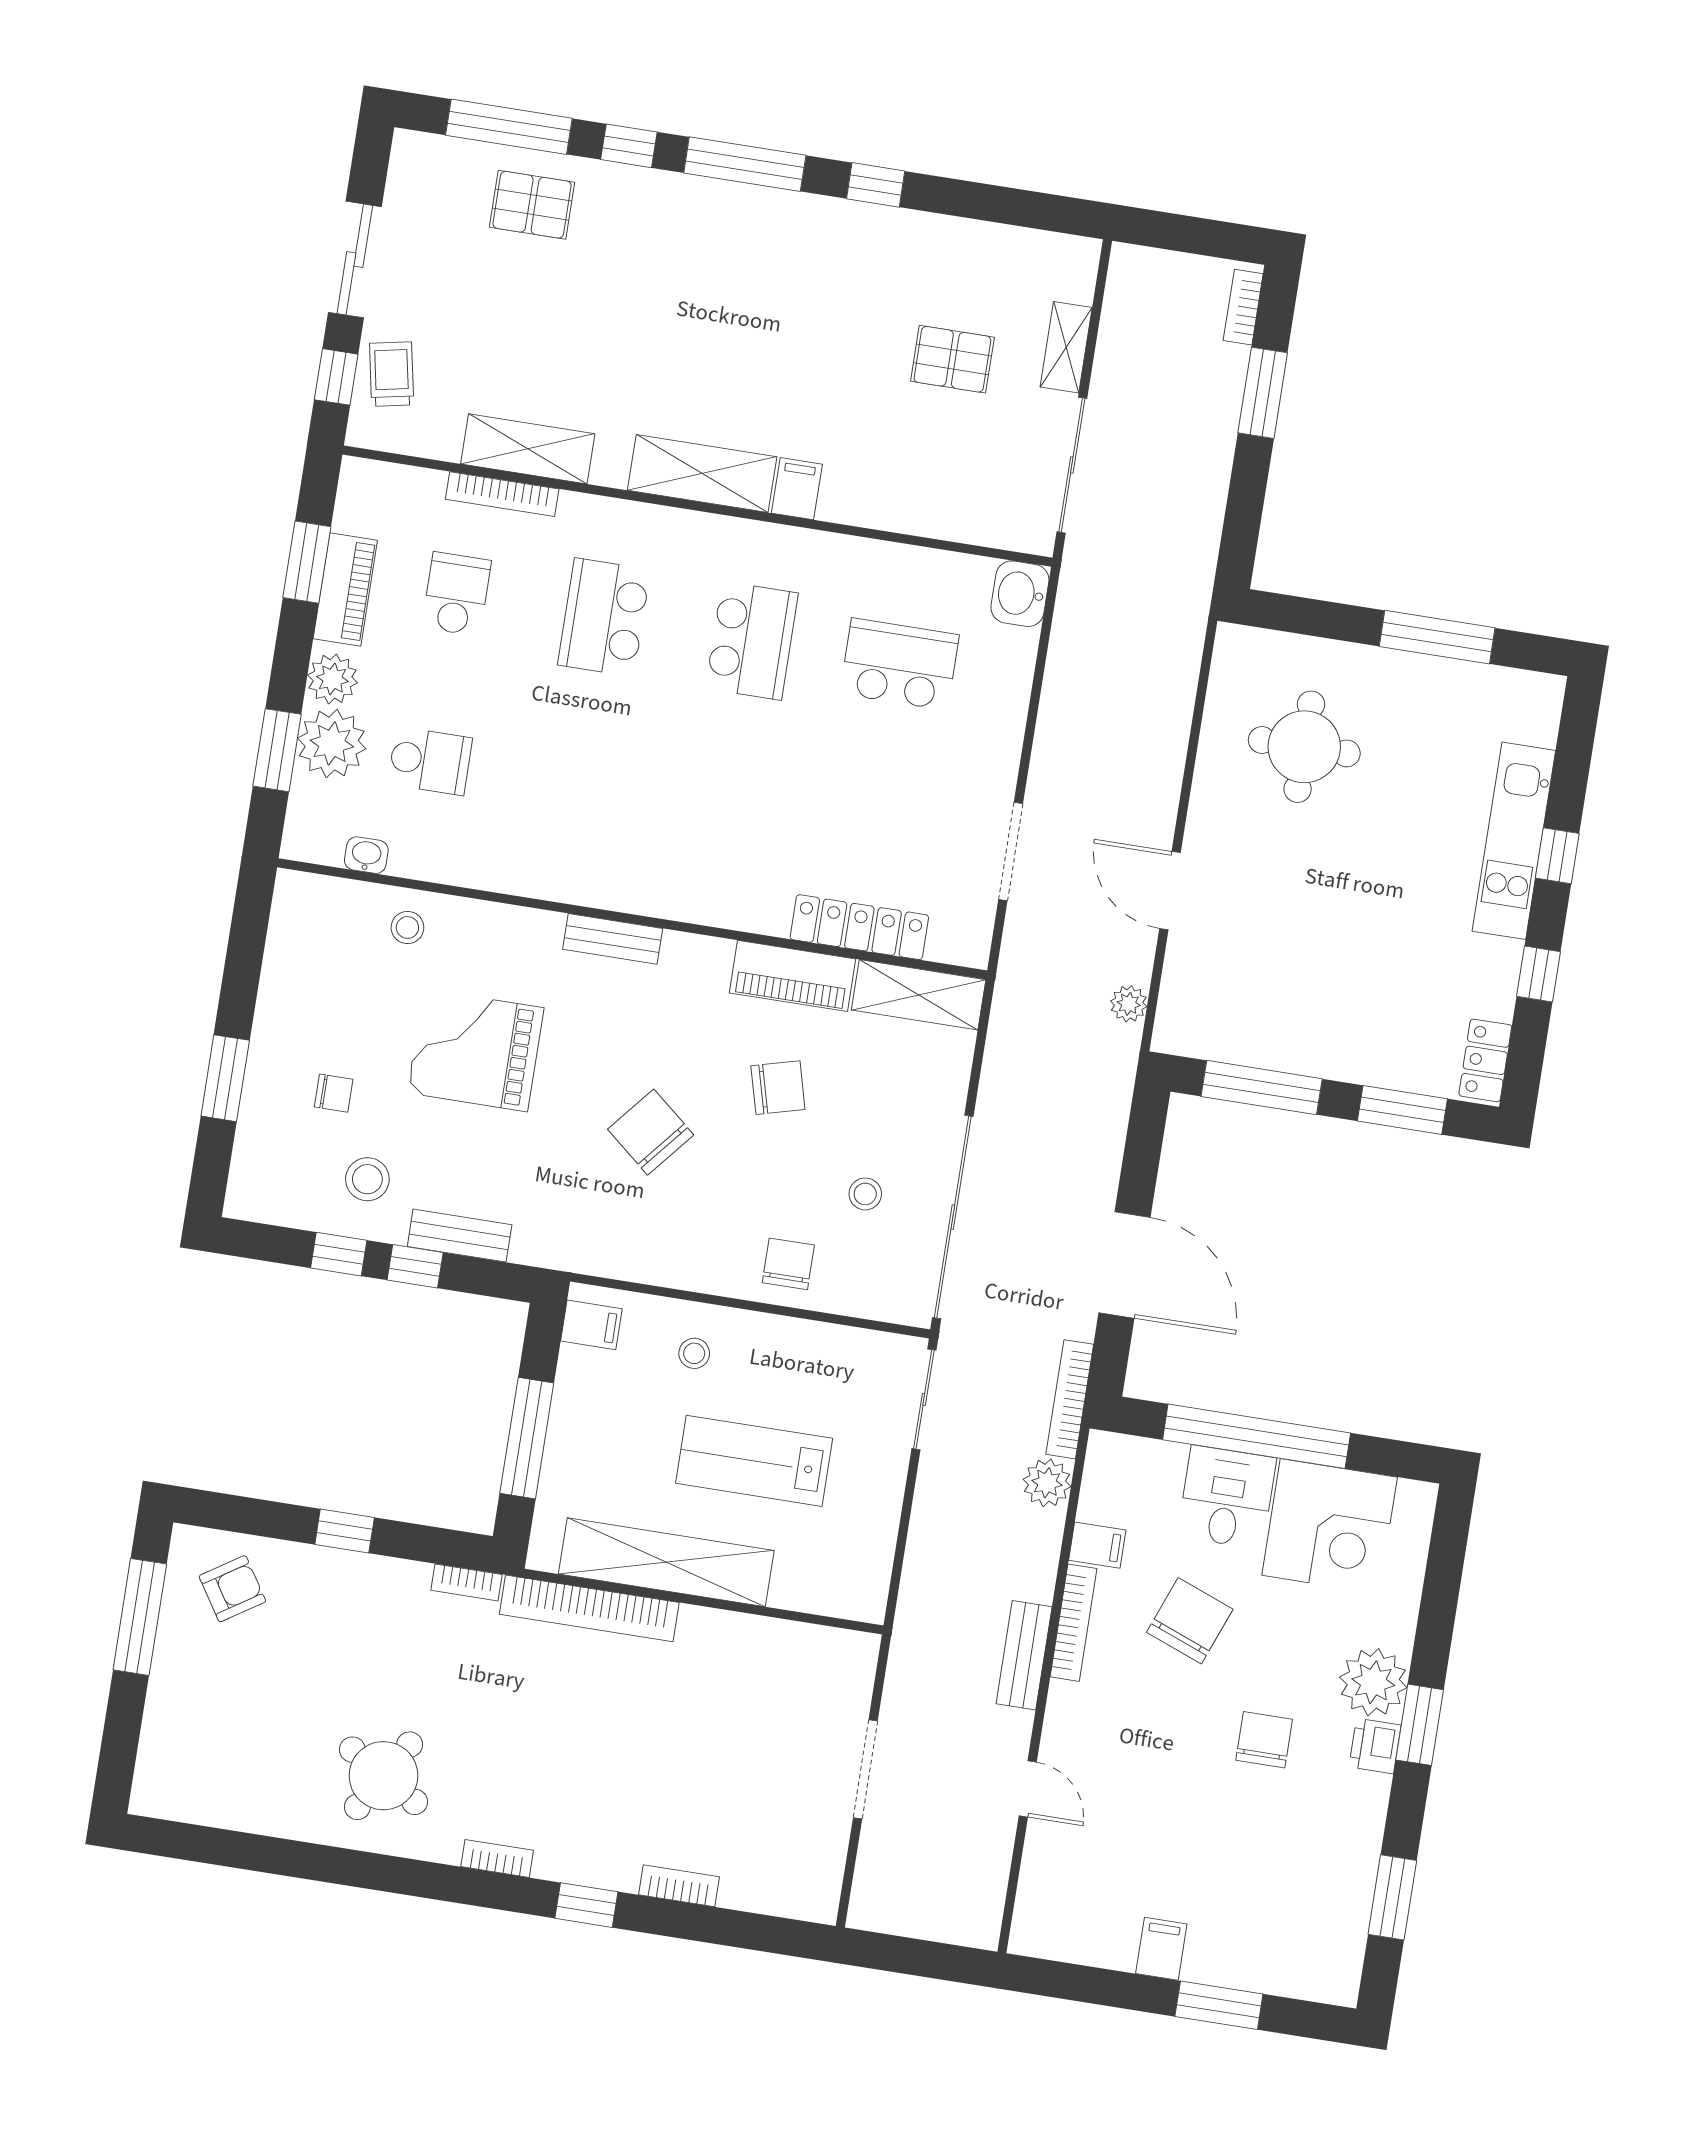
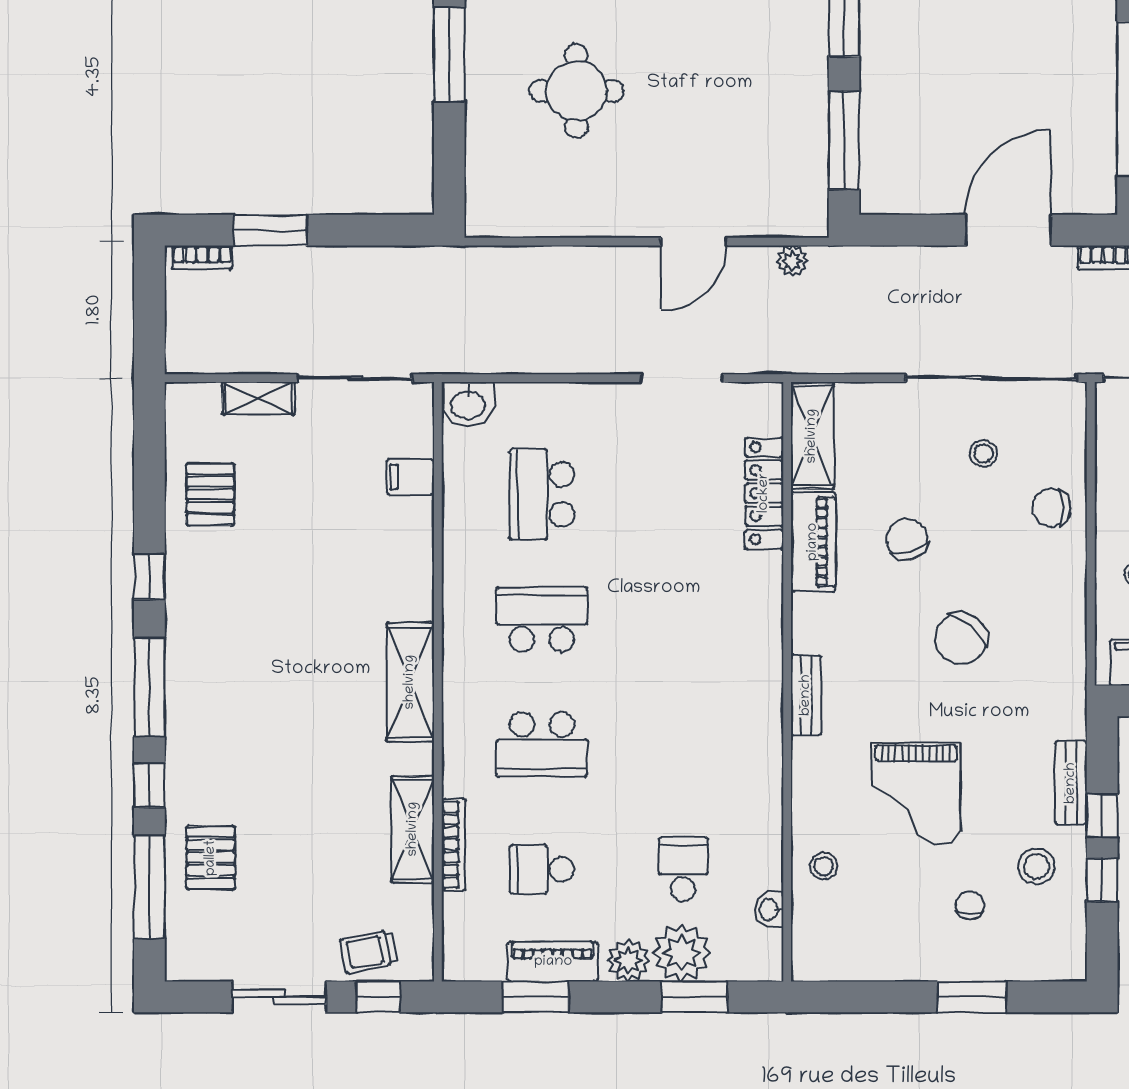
pallet: (952, 359) -> (210, 494), moved
filing cabinet: (797, 489) -> (410, 477), moved
round table: (1304, 747) -> (576, 91), moved

